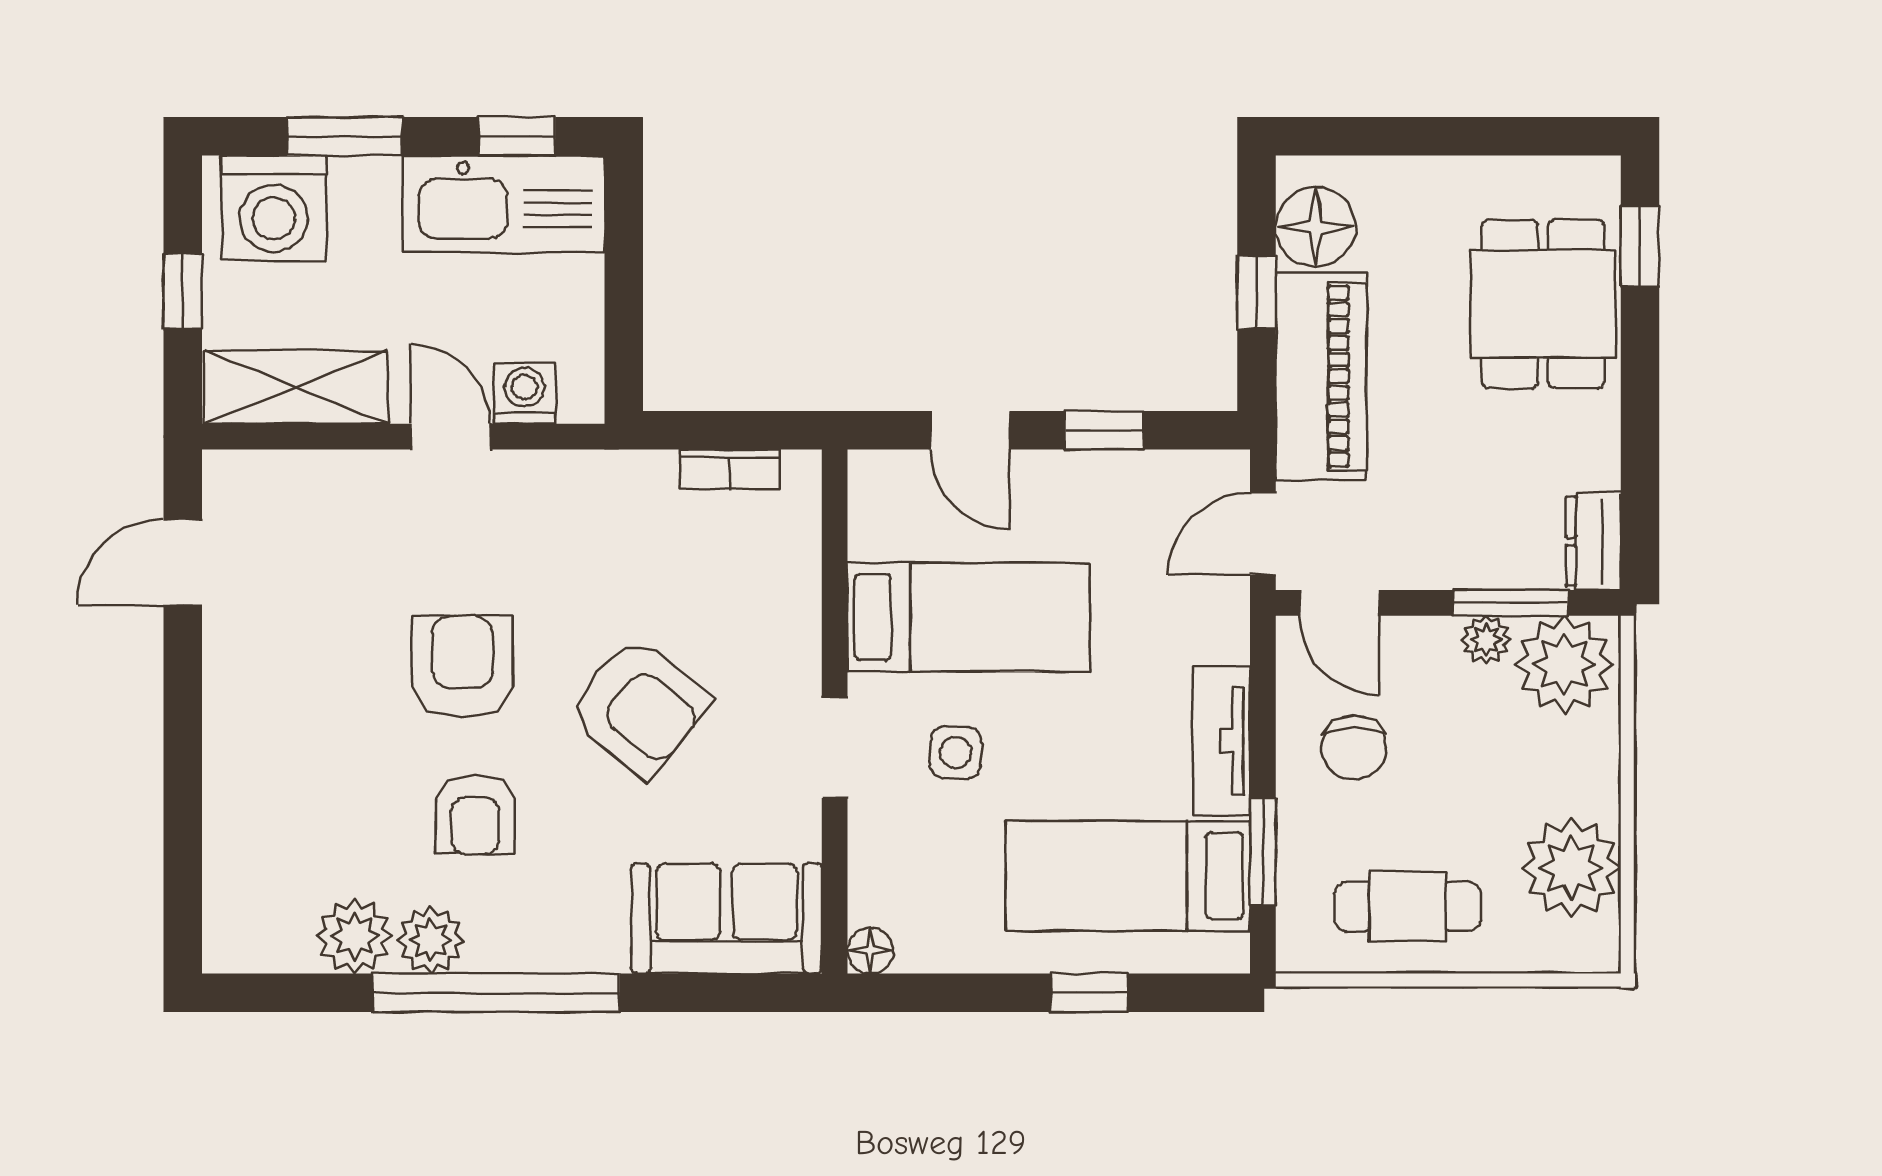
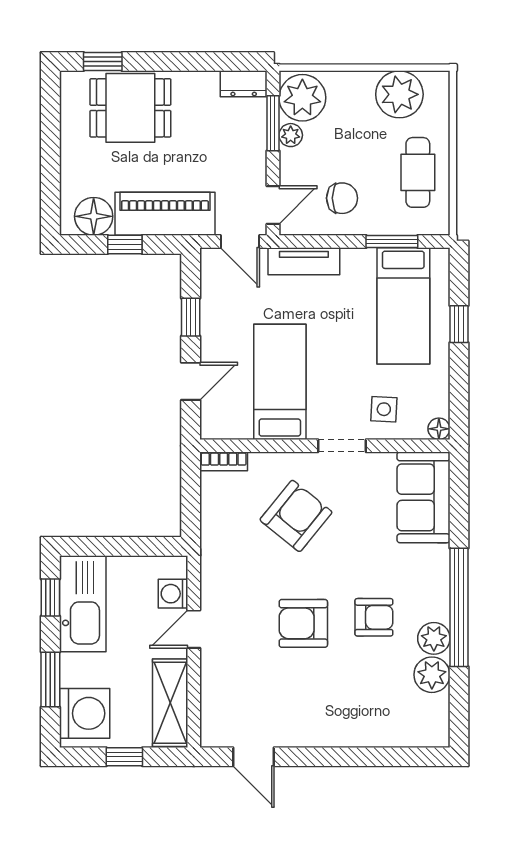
bookcase: (730, 469) -> (224, 461), moved, turned 90
armchair: (639, 707) -> (296, 516), moved
tv unit: (1222, 741) -> (304, 261), moved
side table: (956, 753) -> (384, 409), moved

